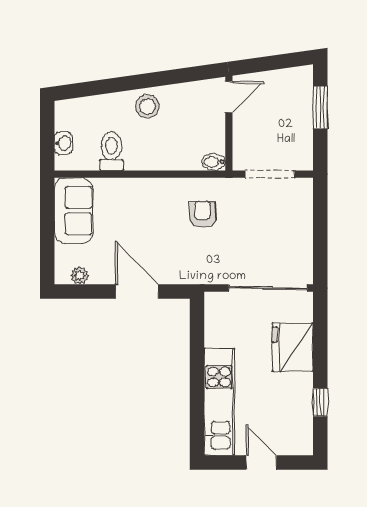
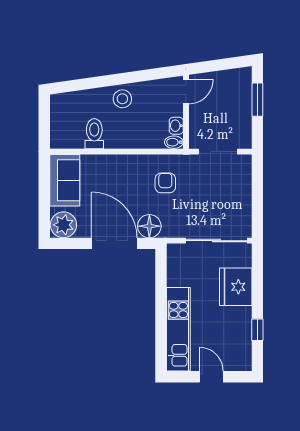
washbasin: (63, 143) -> (176, 126), moved, turned 180
floor lamp: (182, 269) -> (149, 226), added
plant: (80, 276) -> (63, 225), width x1.88, depth x1.88
door: (137, 292) -> (114, 243), width x1.36

